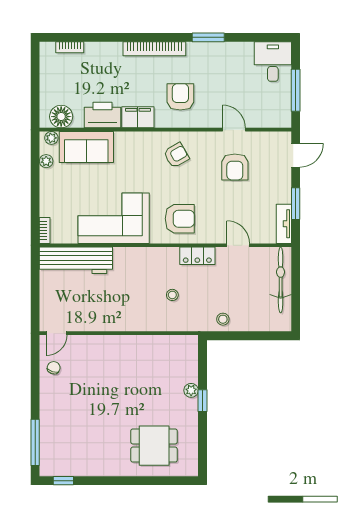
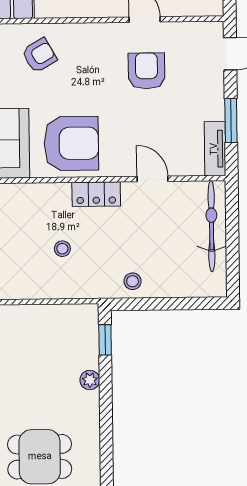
armchair: (176, 155) -> (39, 55), moved
armchair: (235, 167) -> (147, 71), turned 180
armchair: (180, 219) -> (71, 143), width x1.36, depth x1.36
window: (202, 401) -> (105, 340), moved

